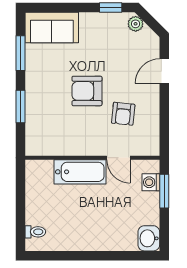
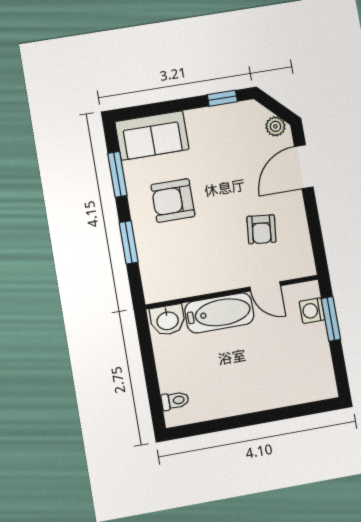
plant: (136, 24) -> (275, 126), moved
door: (164, 71) -> (304, 167), width x1.38
armchair: (87, 91) -> (173, 200), moved
washbasin: (149, 238) -> (167, 320), moved, turned -90

